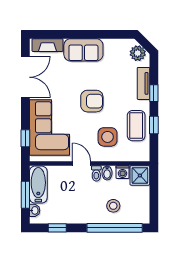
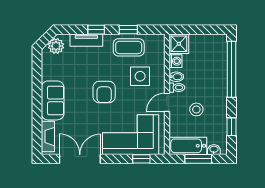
armchair: (92, 101) -> (104, 92), turned 180
stool: (113, 206) -> (196, 109), moved

